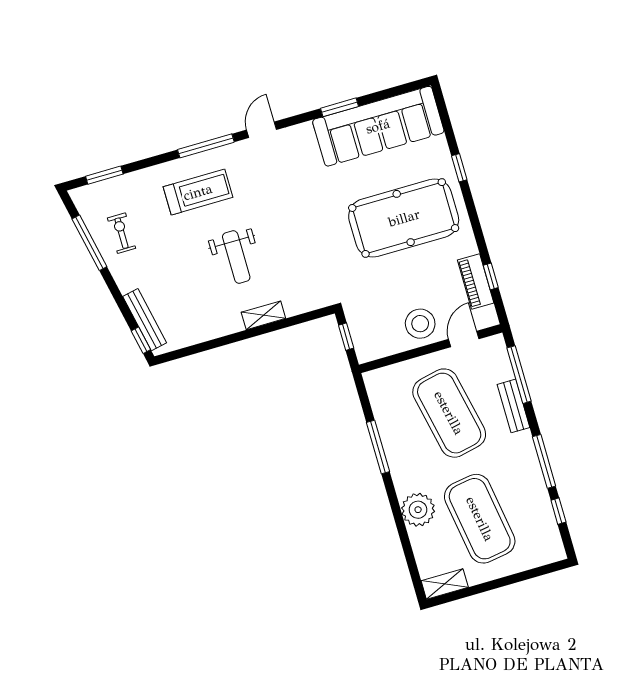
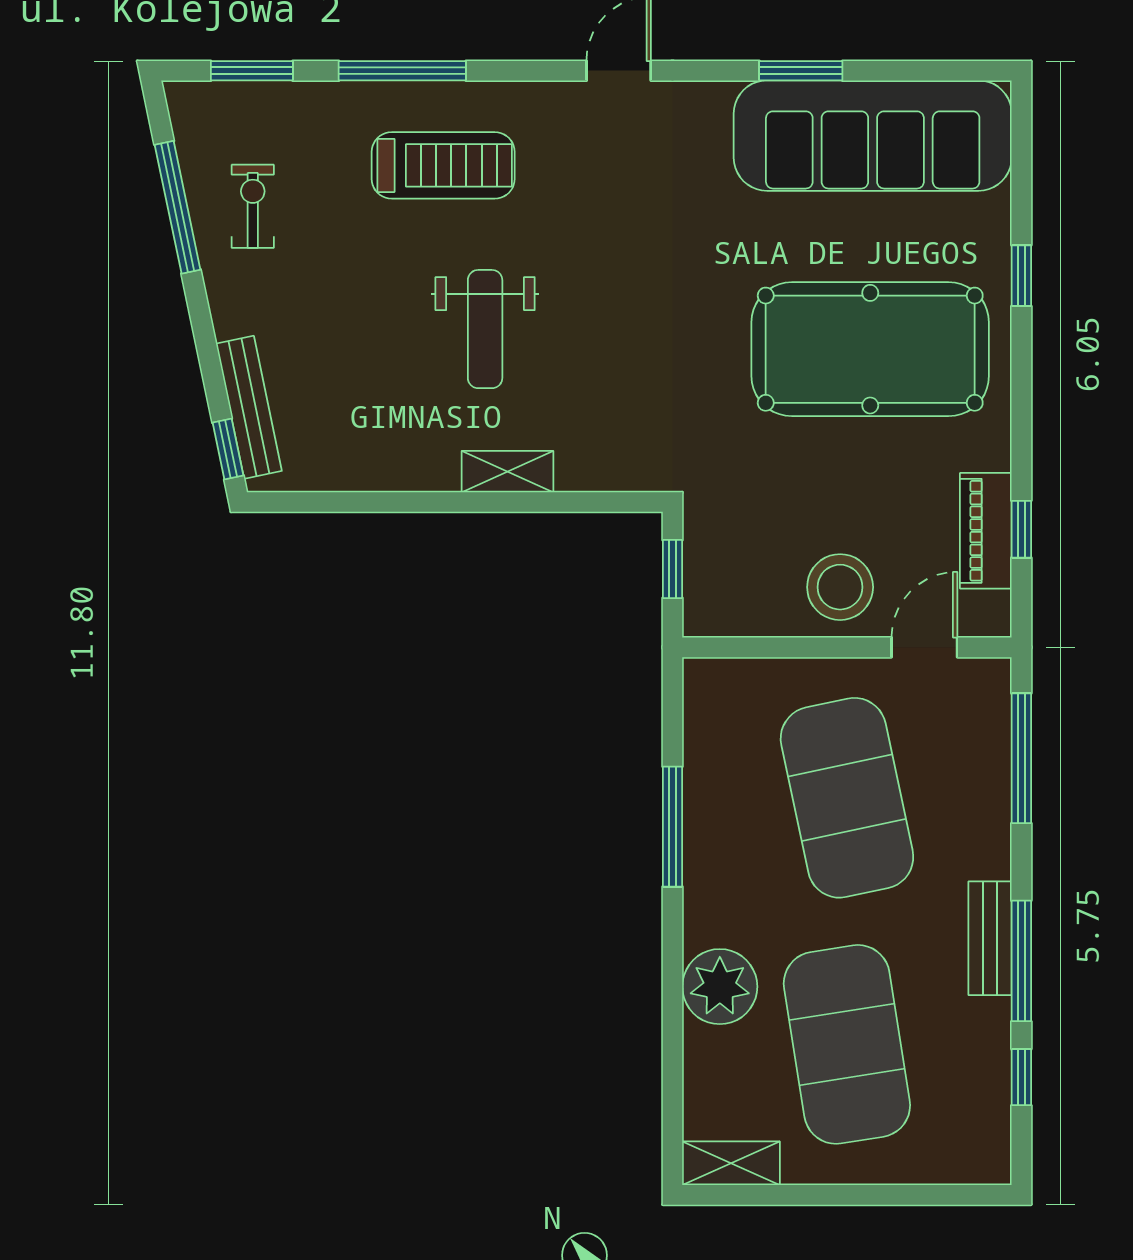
window: (206, 146) -> (402, 71), moved
bench: (513, 406) -> (990, 938), moved

